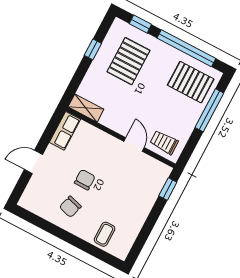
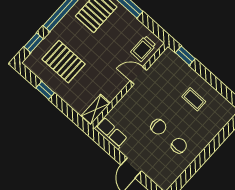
chair: (85, 180) -> (158, 127), turned 180
chair: (70, 207) -> (179, 146), turned -110
coffee table: (105, 234) -> (194, 99), moved

